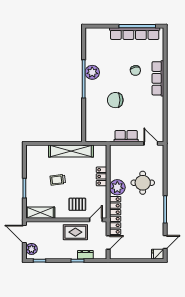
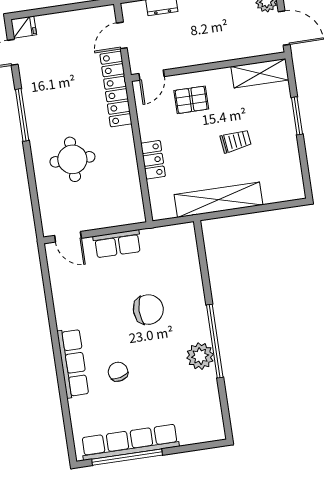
plant: (117, 187) -> (120, 143), removed
rug: (75, 232) -> (187, 46), removed

